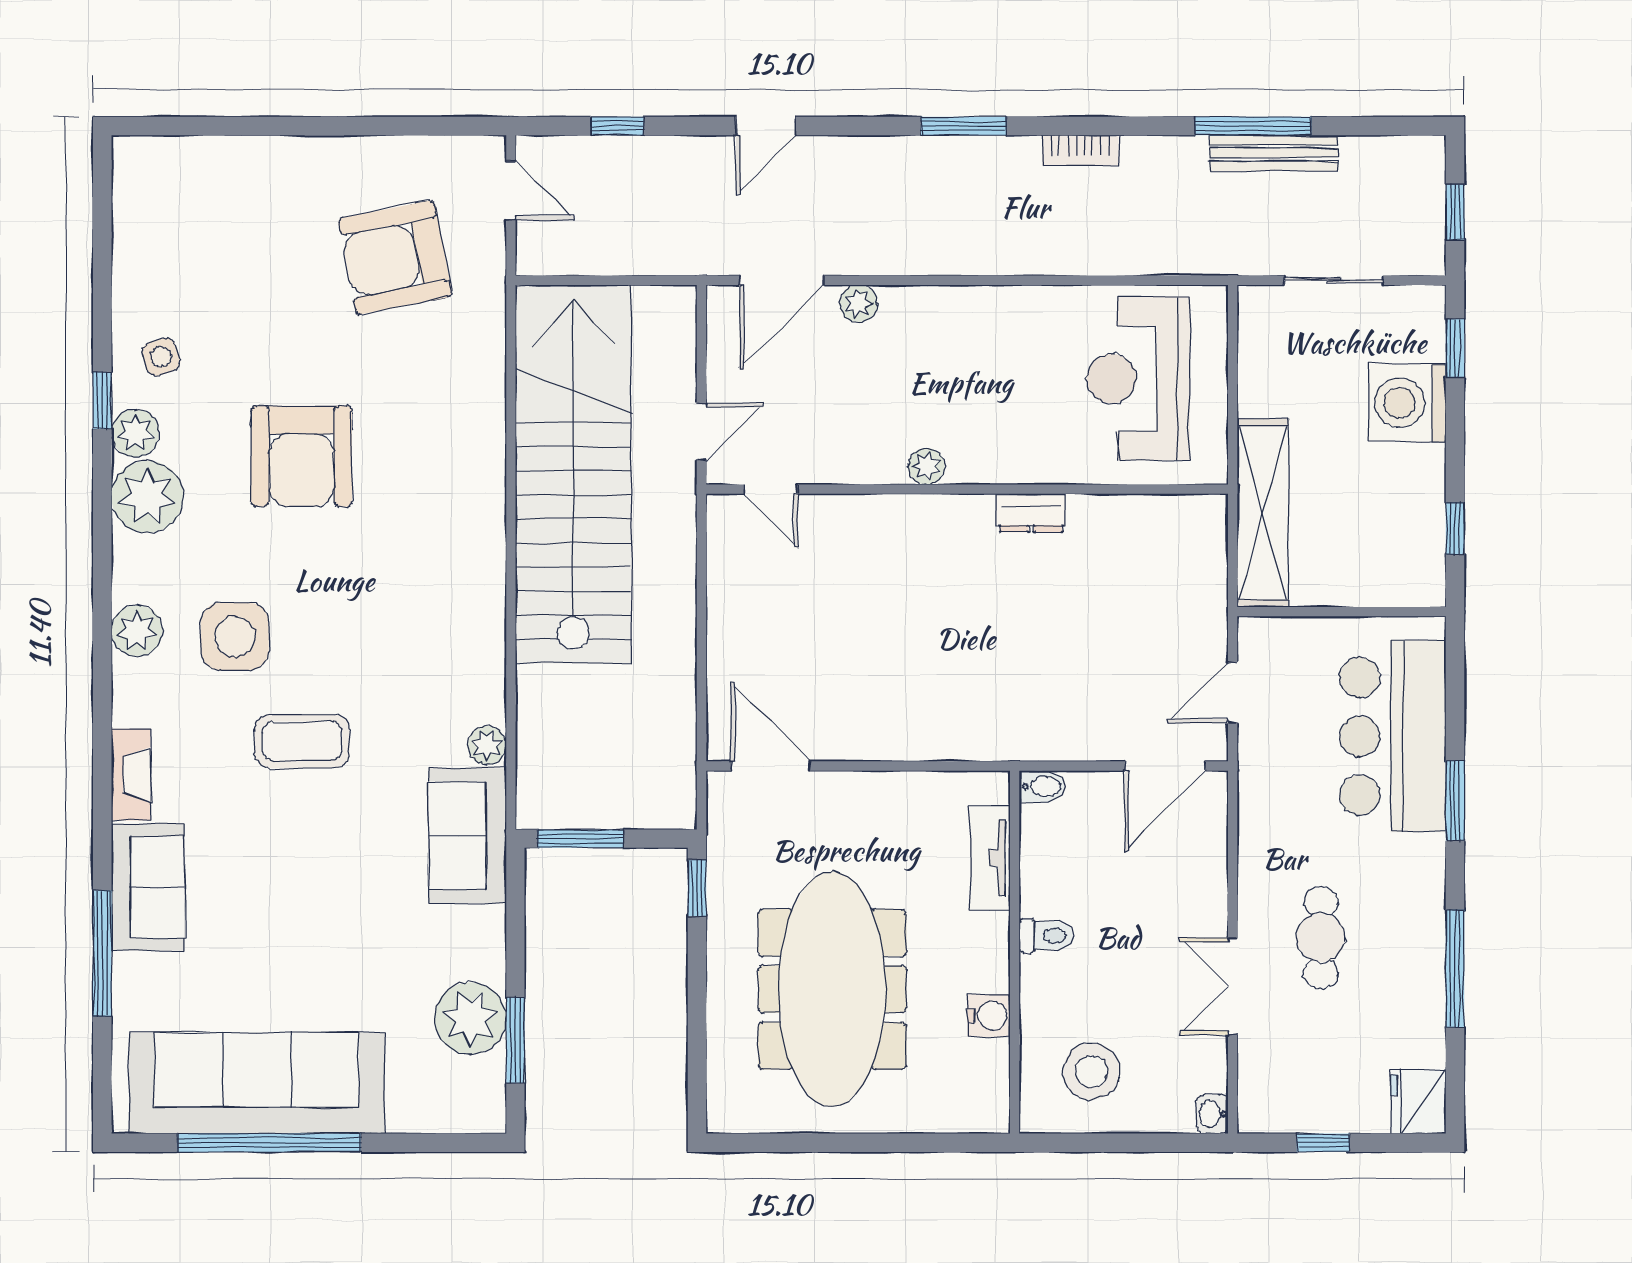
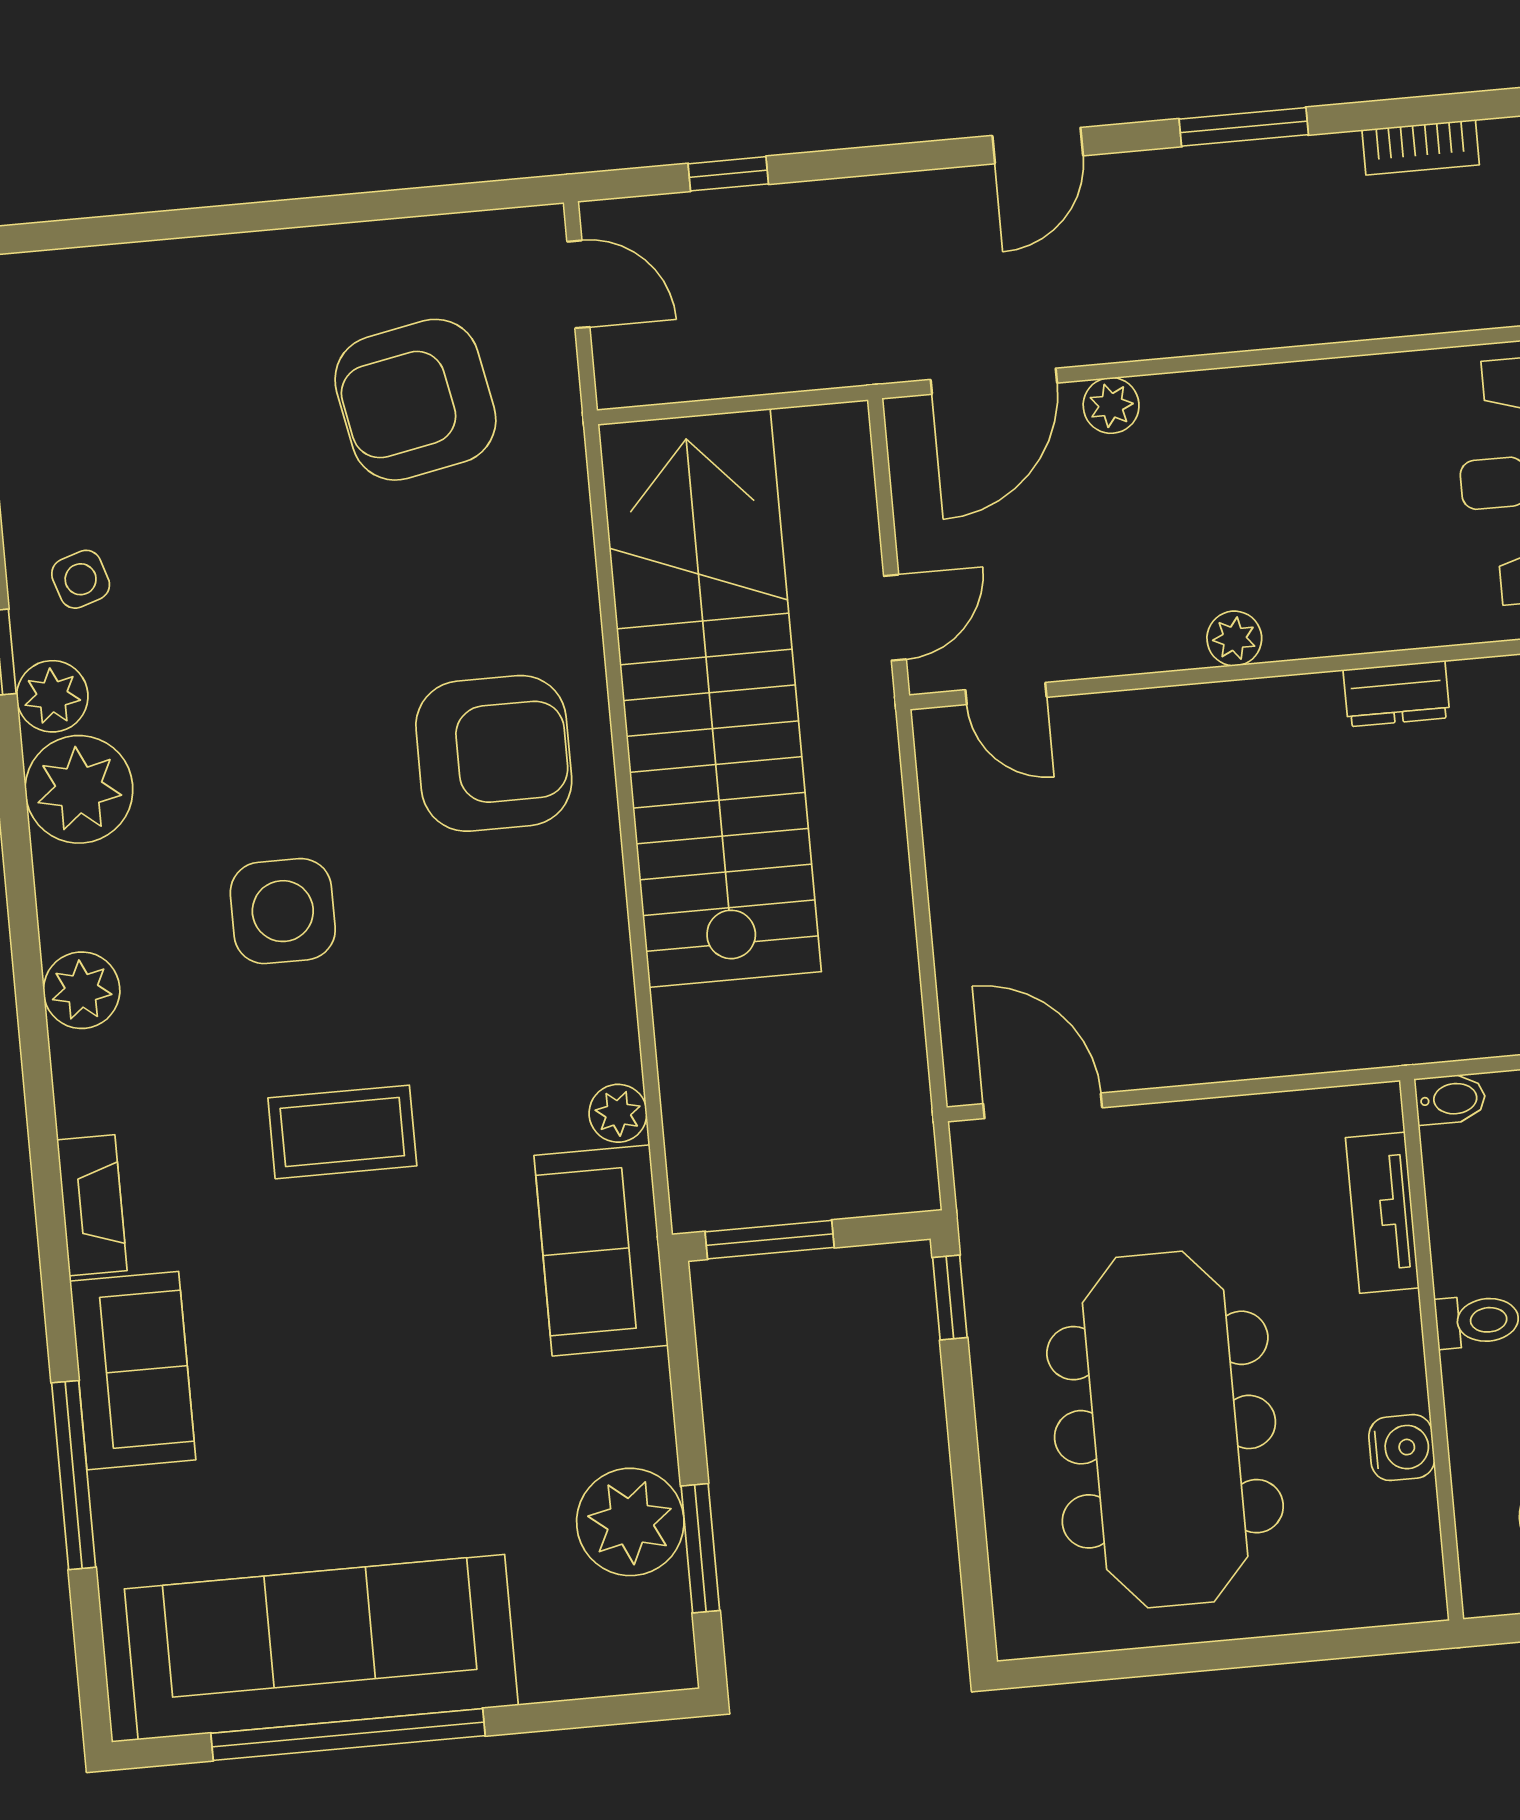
door: (766, 126) -> (1038, 146), moved
armchair: (301, 456) -> (494, 753), moved, turned -90
side table: (235, 636) -> (283, 911), moved

